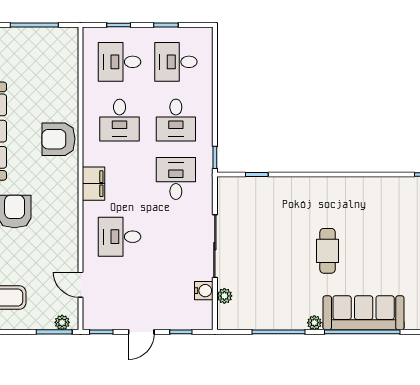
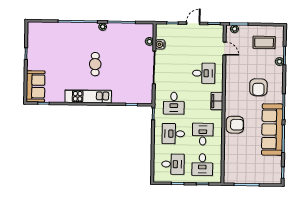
desk: (120, 62) -> (202, 165), turned 90
desk: (176, 120) -> (173, 134), turned -90
kitchen unit: (340, 189) -> (88, 96), added
sofa: (364, 313) -> (77, 31), removed

